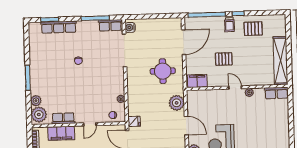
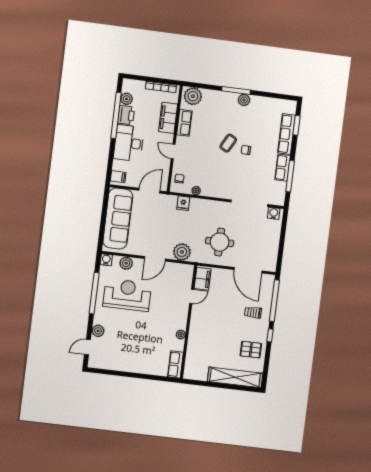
row of seats: (110, 25) -> (283, 168), moved
trolley: (229, 25) -> (253, 312), moved
pallet: (253, 29) -> (251, 350), turned 90
pallet: (224, 59) -> (222, 312), removed
shelving: (280, 61) -> (235, 377), moved
coffee table: (75, 77) -> (228, 143), added
door: (235, 87) -> (192, 296), moved
plant: (36, 101) -> (244, 100), moved
fridge: (134, 121) -> (183, 203), moved

